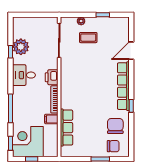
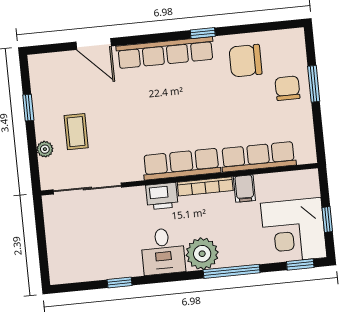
plant: (21, 47) -> (202, 254), moved
row of seats: (67, 89) -> (181, 164), added
chair: (113, 146) -> (287, 88), moved

